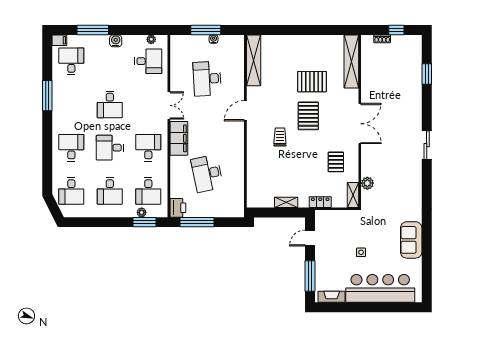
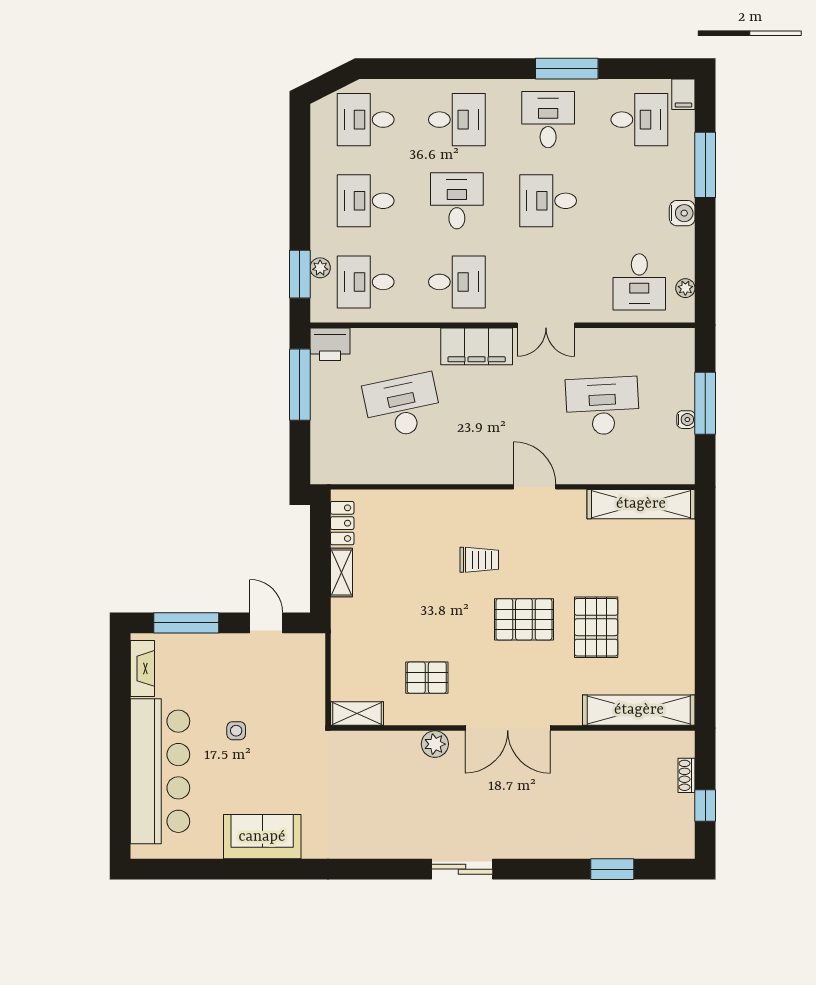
desk: (71, 104) -> (548, 120), added
plant: (367, 183) -> (435, 744), moved
locker: (320, 202) -> (342, 523), moved

